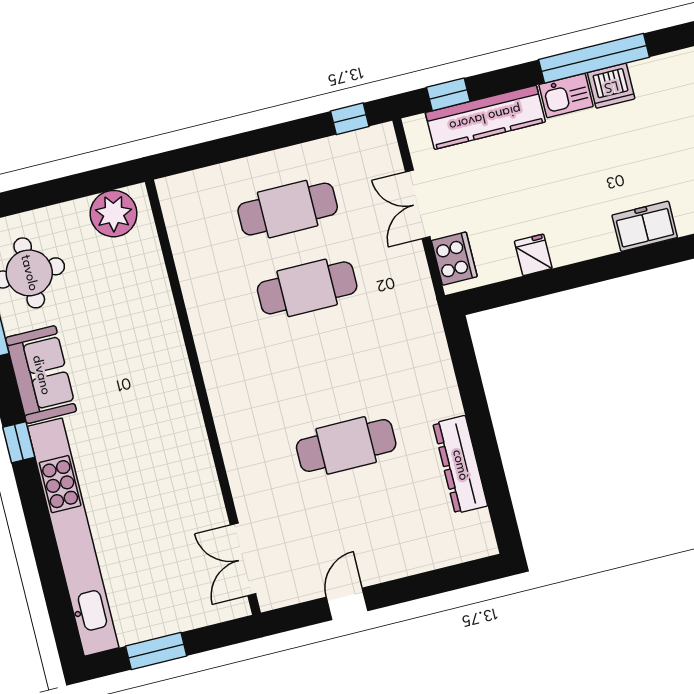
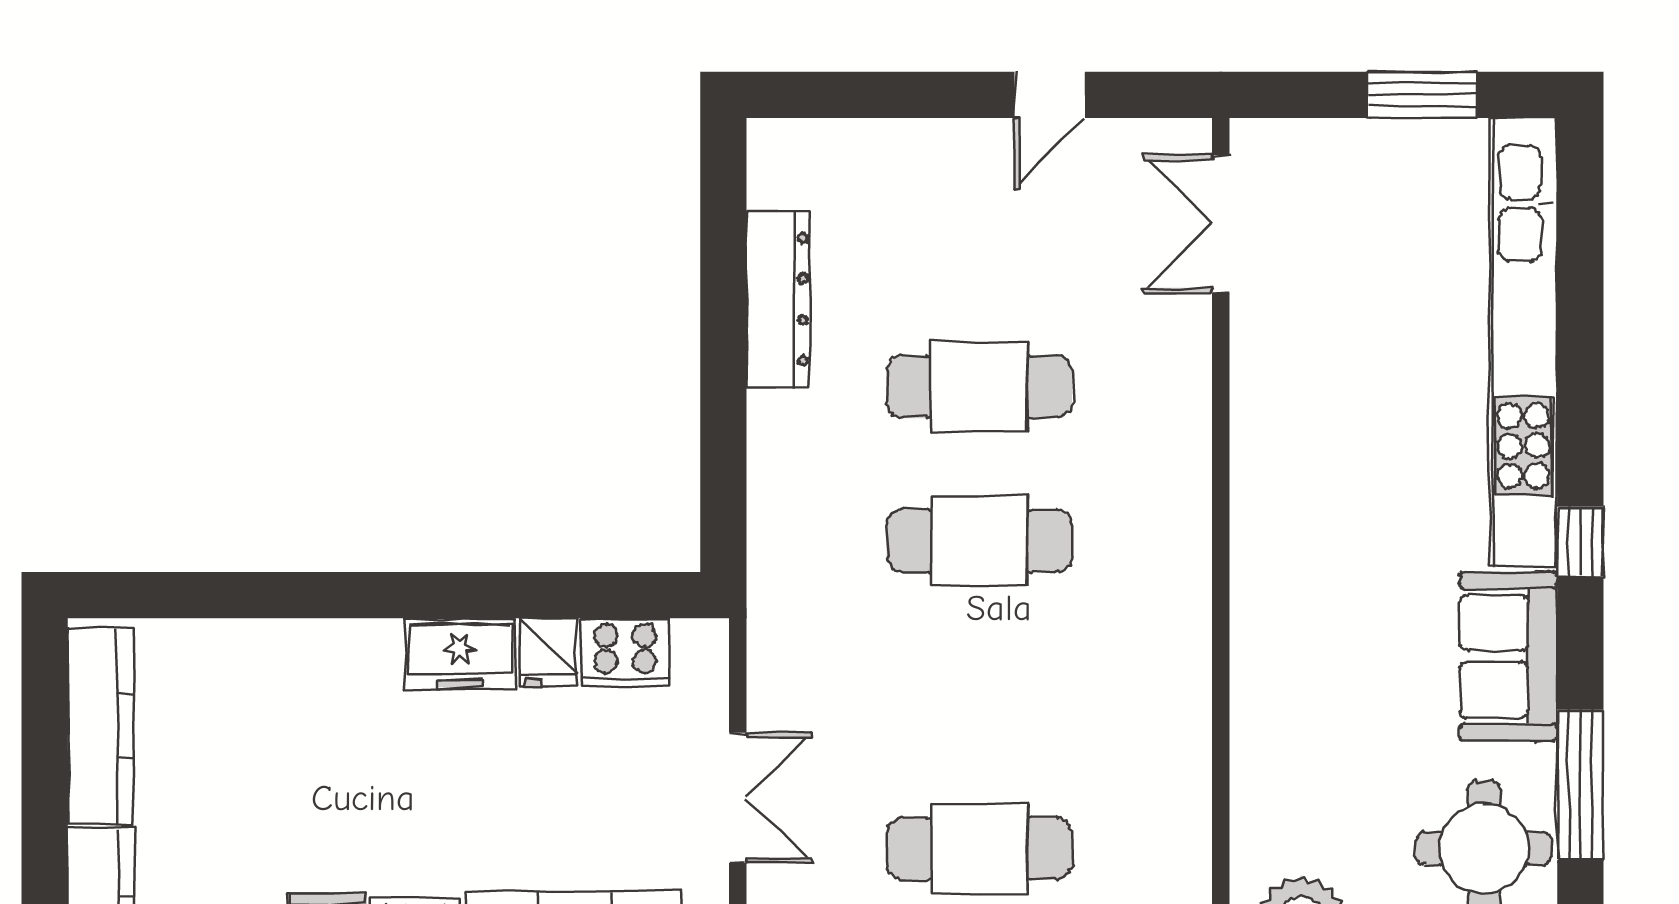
freezer: (645, 226) -> (460, 654), moved
cooker: (454, 259) -> (625, 652), moved, turned -90
cafe table: (307, 288) -> (979, 541), moved
double door: (243, 559) -> (1221, 224), swing flipped

